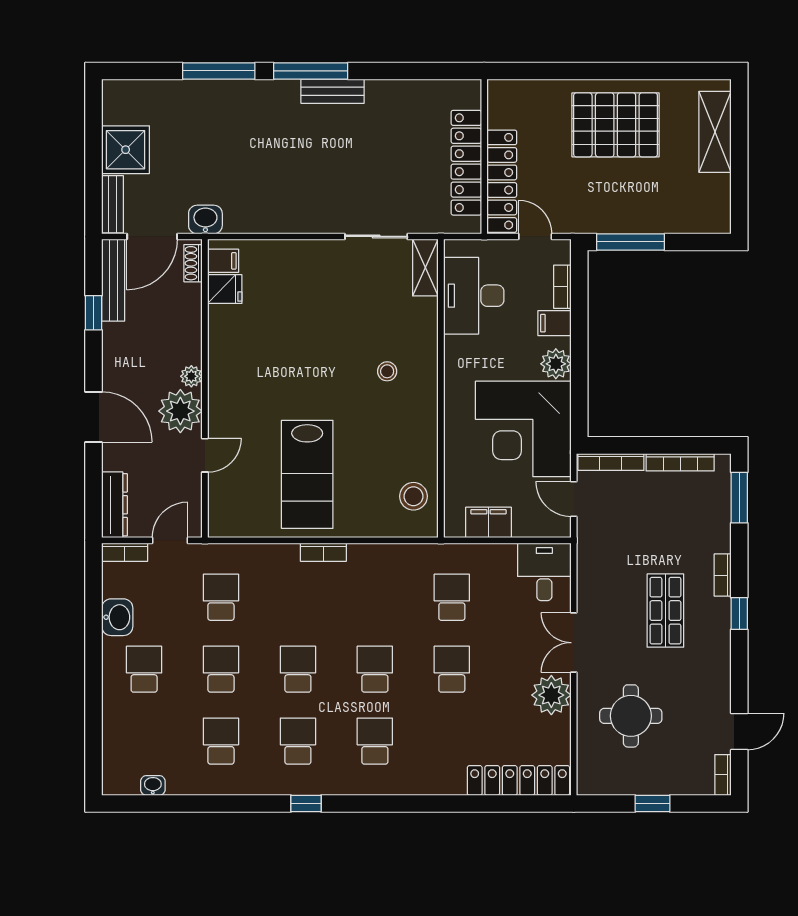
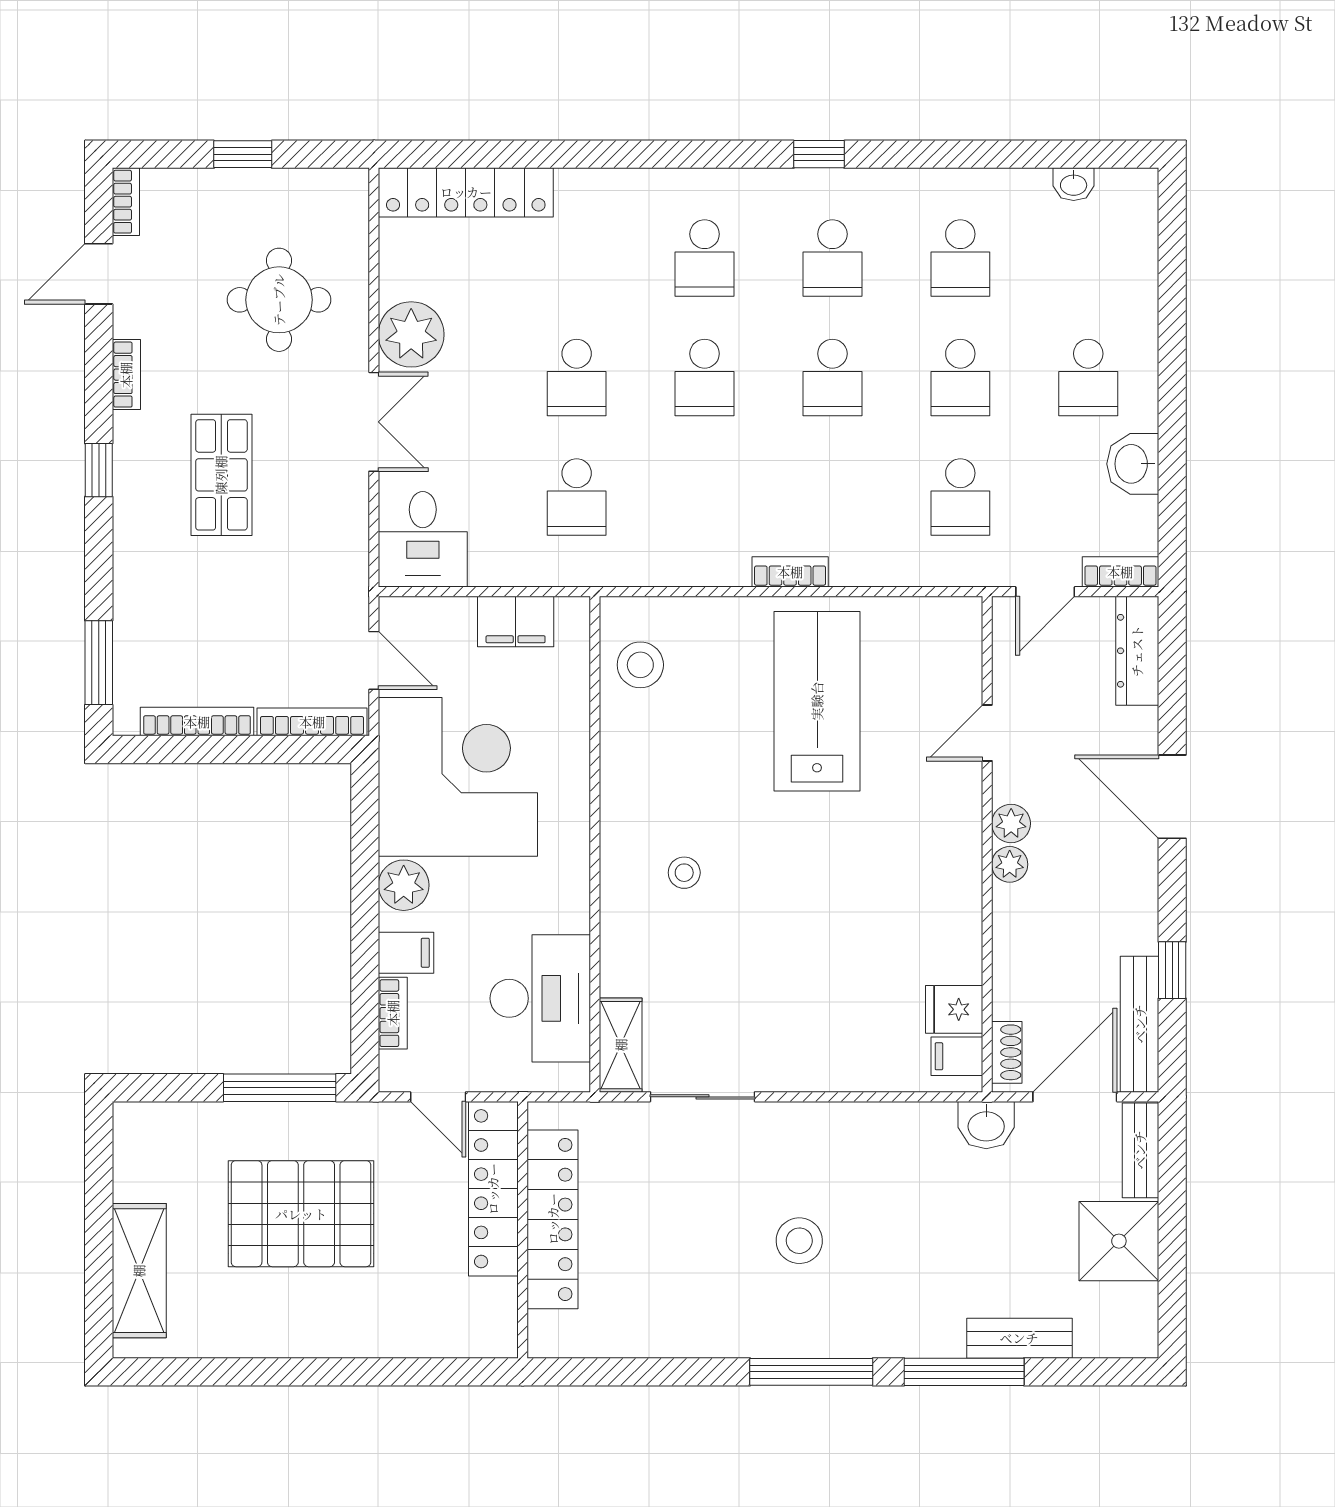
bench: (333, 91) -> (1019, 1338), moved
pallet: (616, 125) -> (301, 1214), moved
stool: (318, 150) -> (799, 1241), added
plant: (180, 411) -> (1011, 823), width x0.53, depth x0.53
bookcase: (723, 575) -> (126, 375), moved

